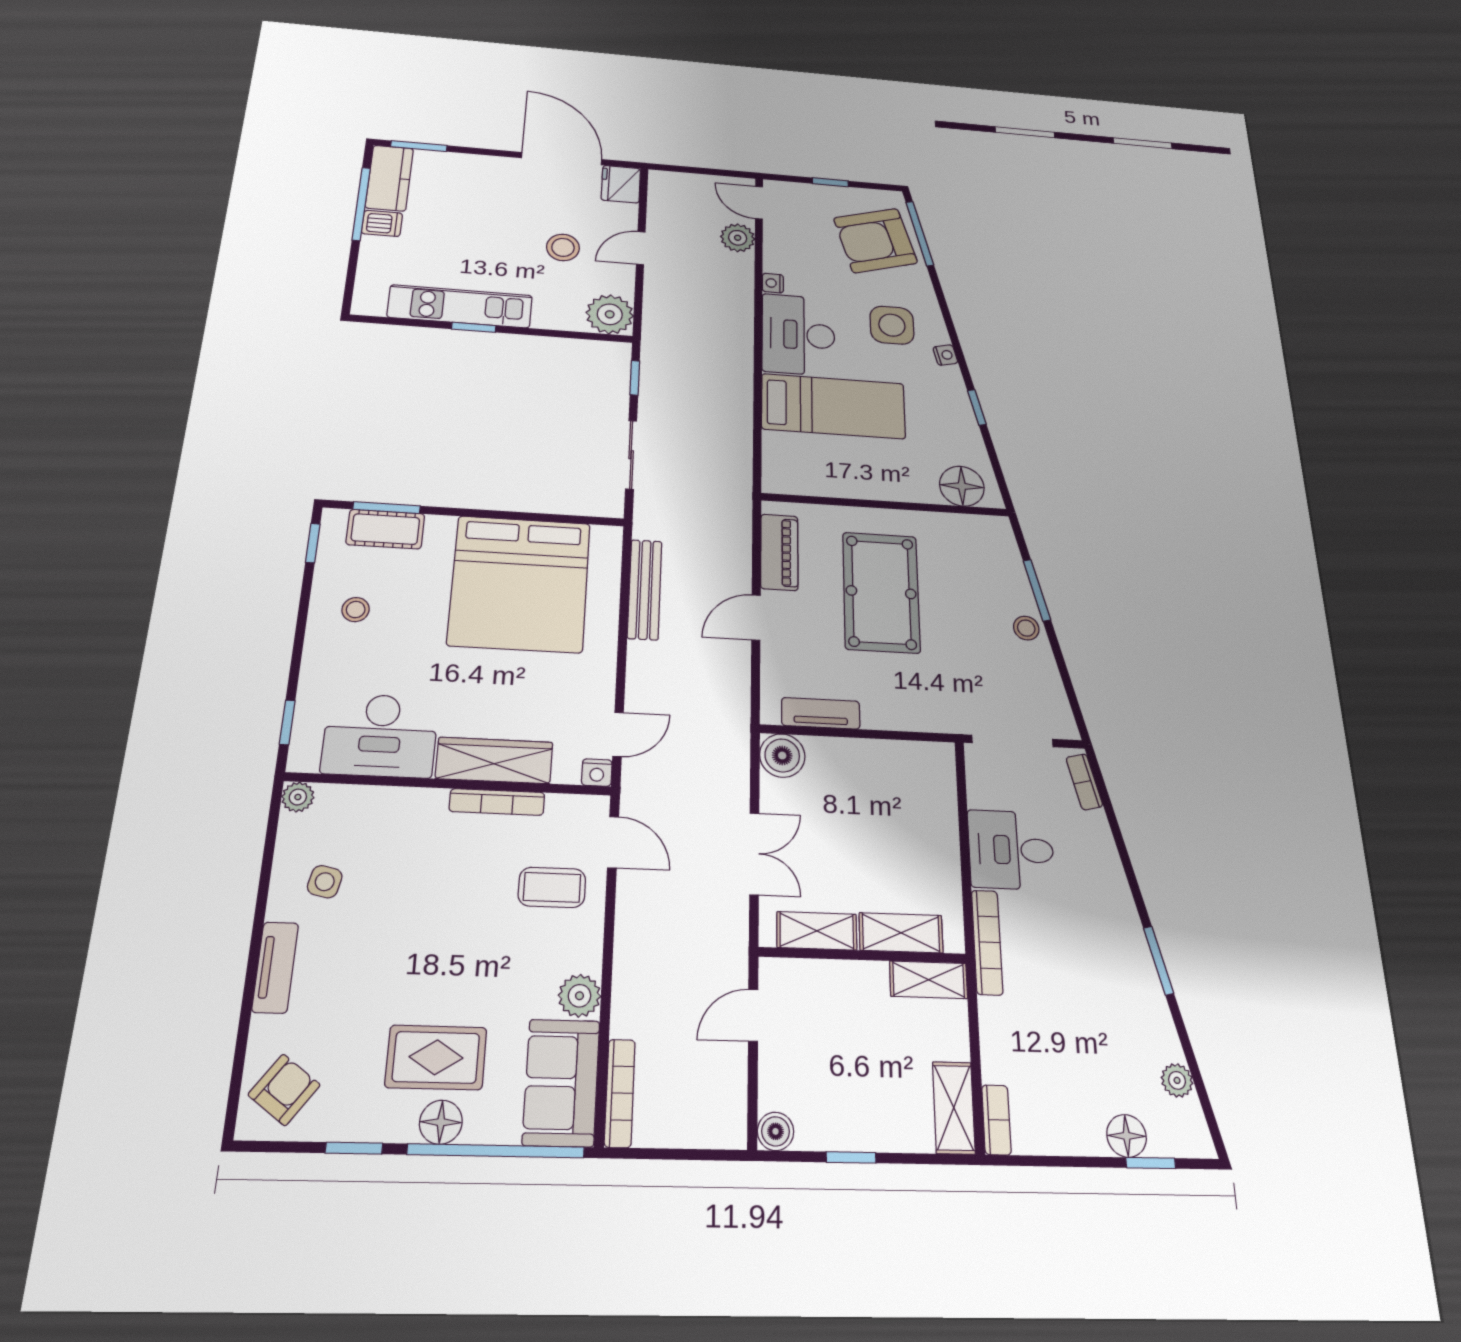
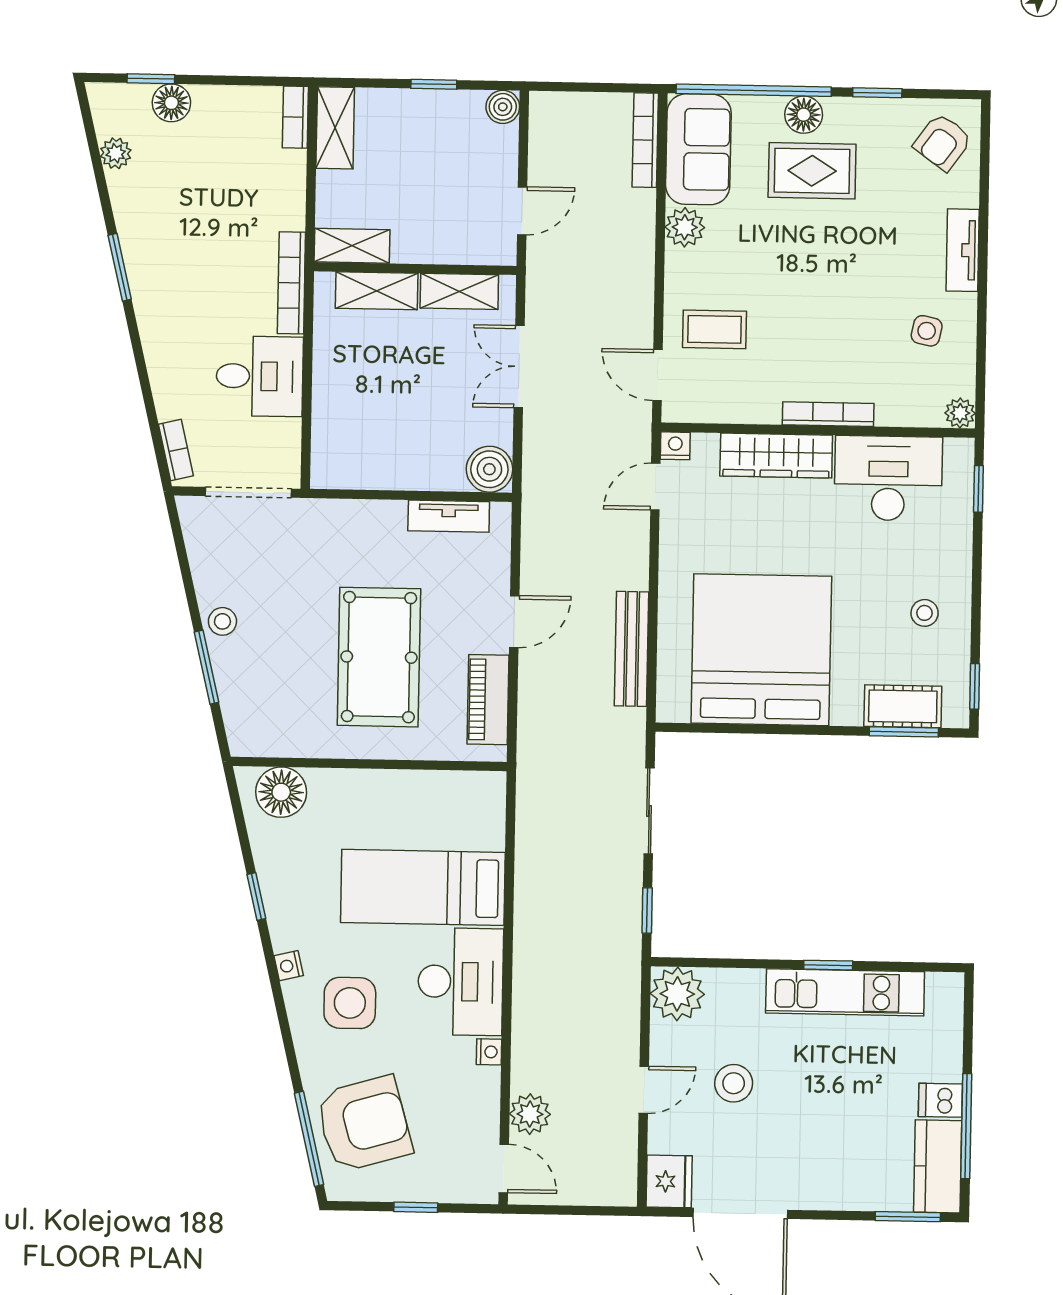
bookcase: (497, 802) -> (828, 414), moved

